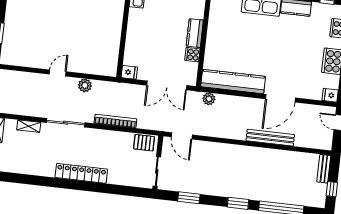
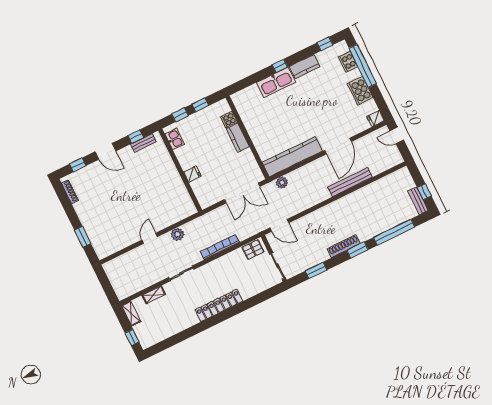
cooker: (192, 55) -> (229, 120), moved
fridge: (129, 72) -> (192, 174), moved
sliding door: (66, 123) -> (181, 273), width x0.73
bench: (324, 169) -> (418, 201), moved
shoe rack: (228, 192) -> (344, 246), added

